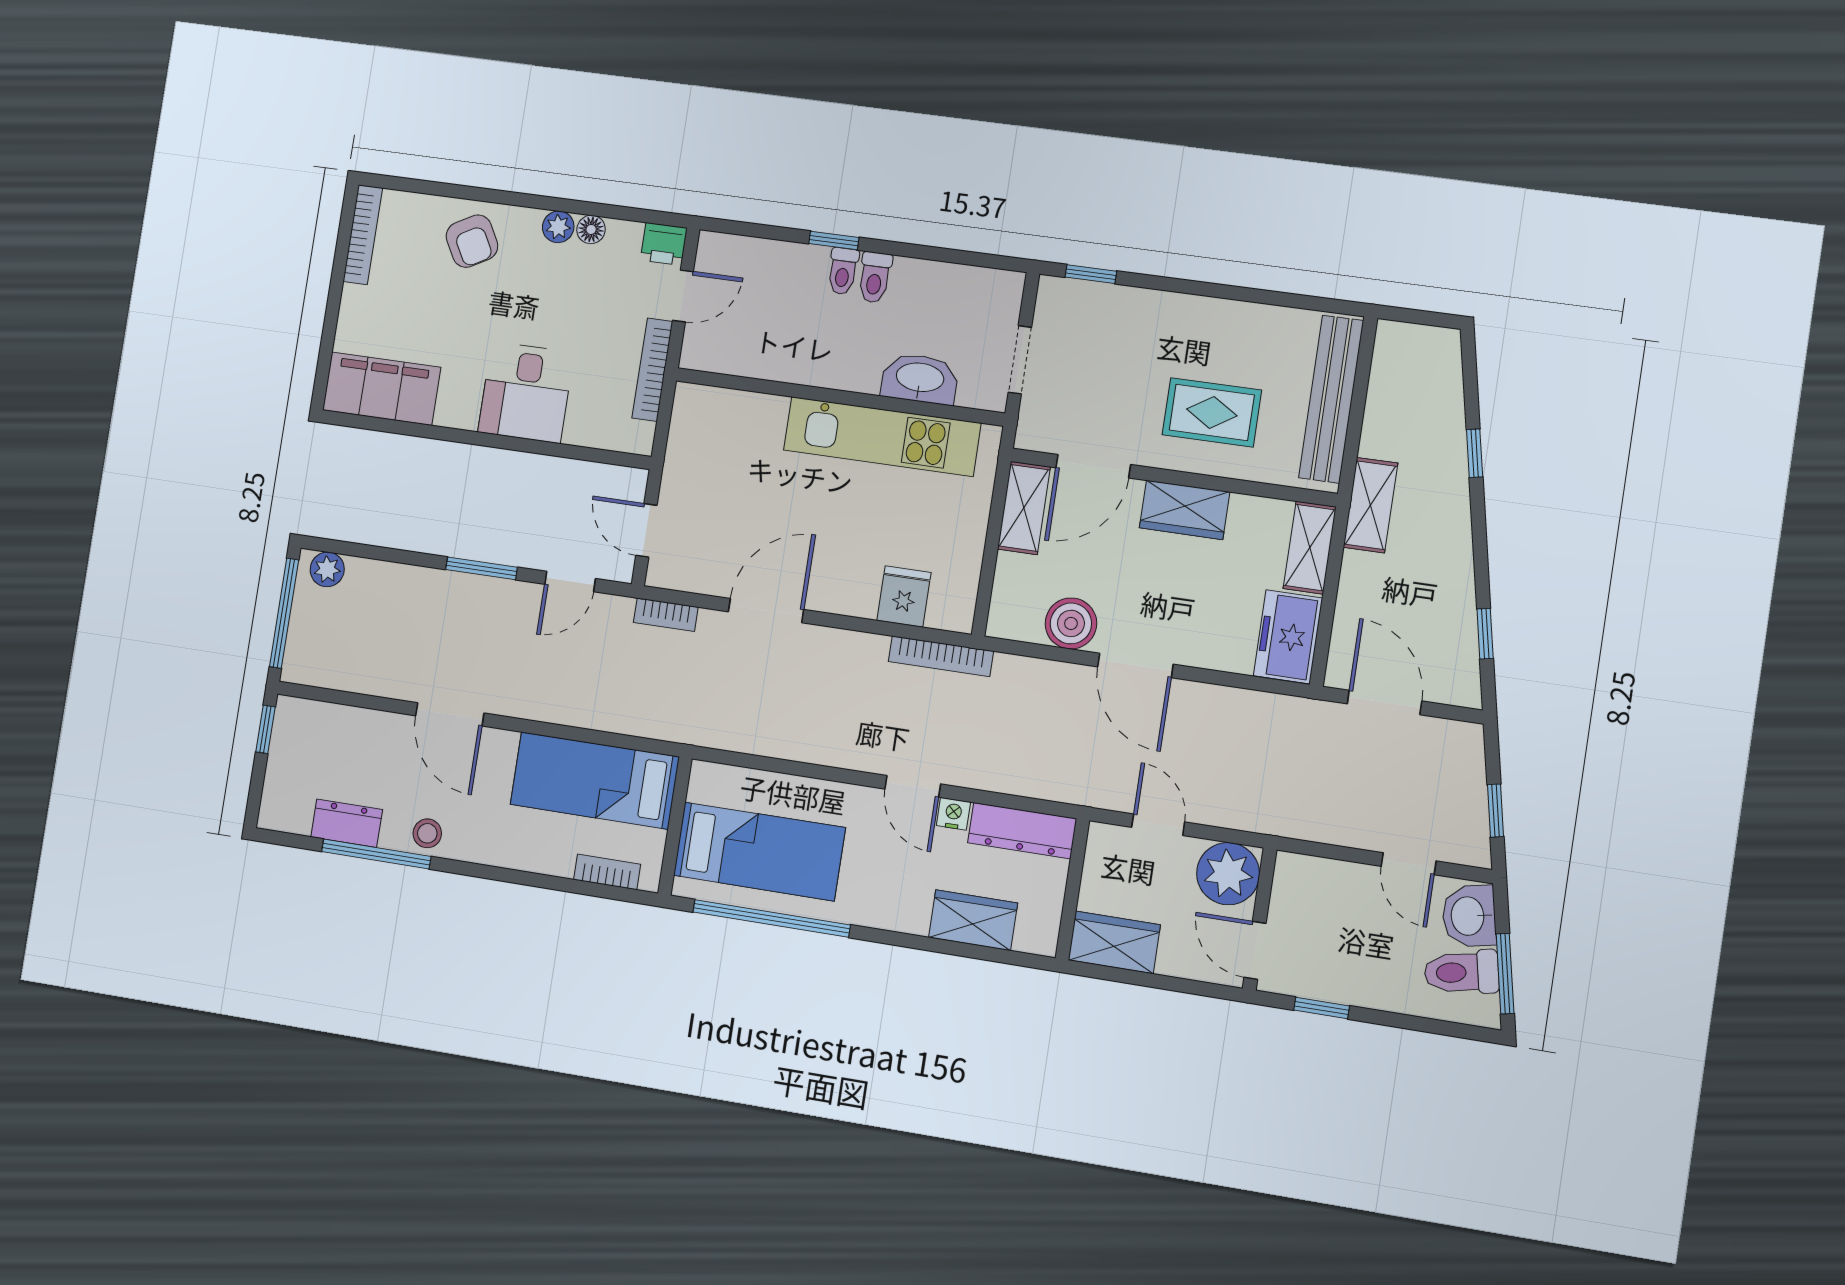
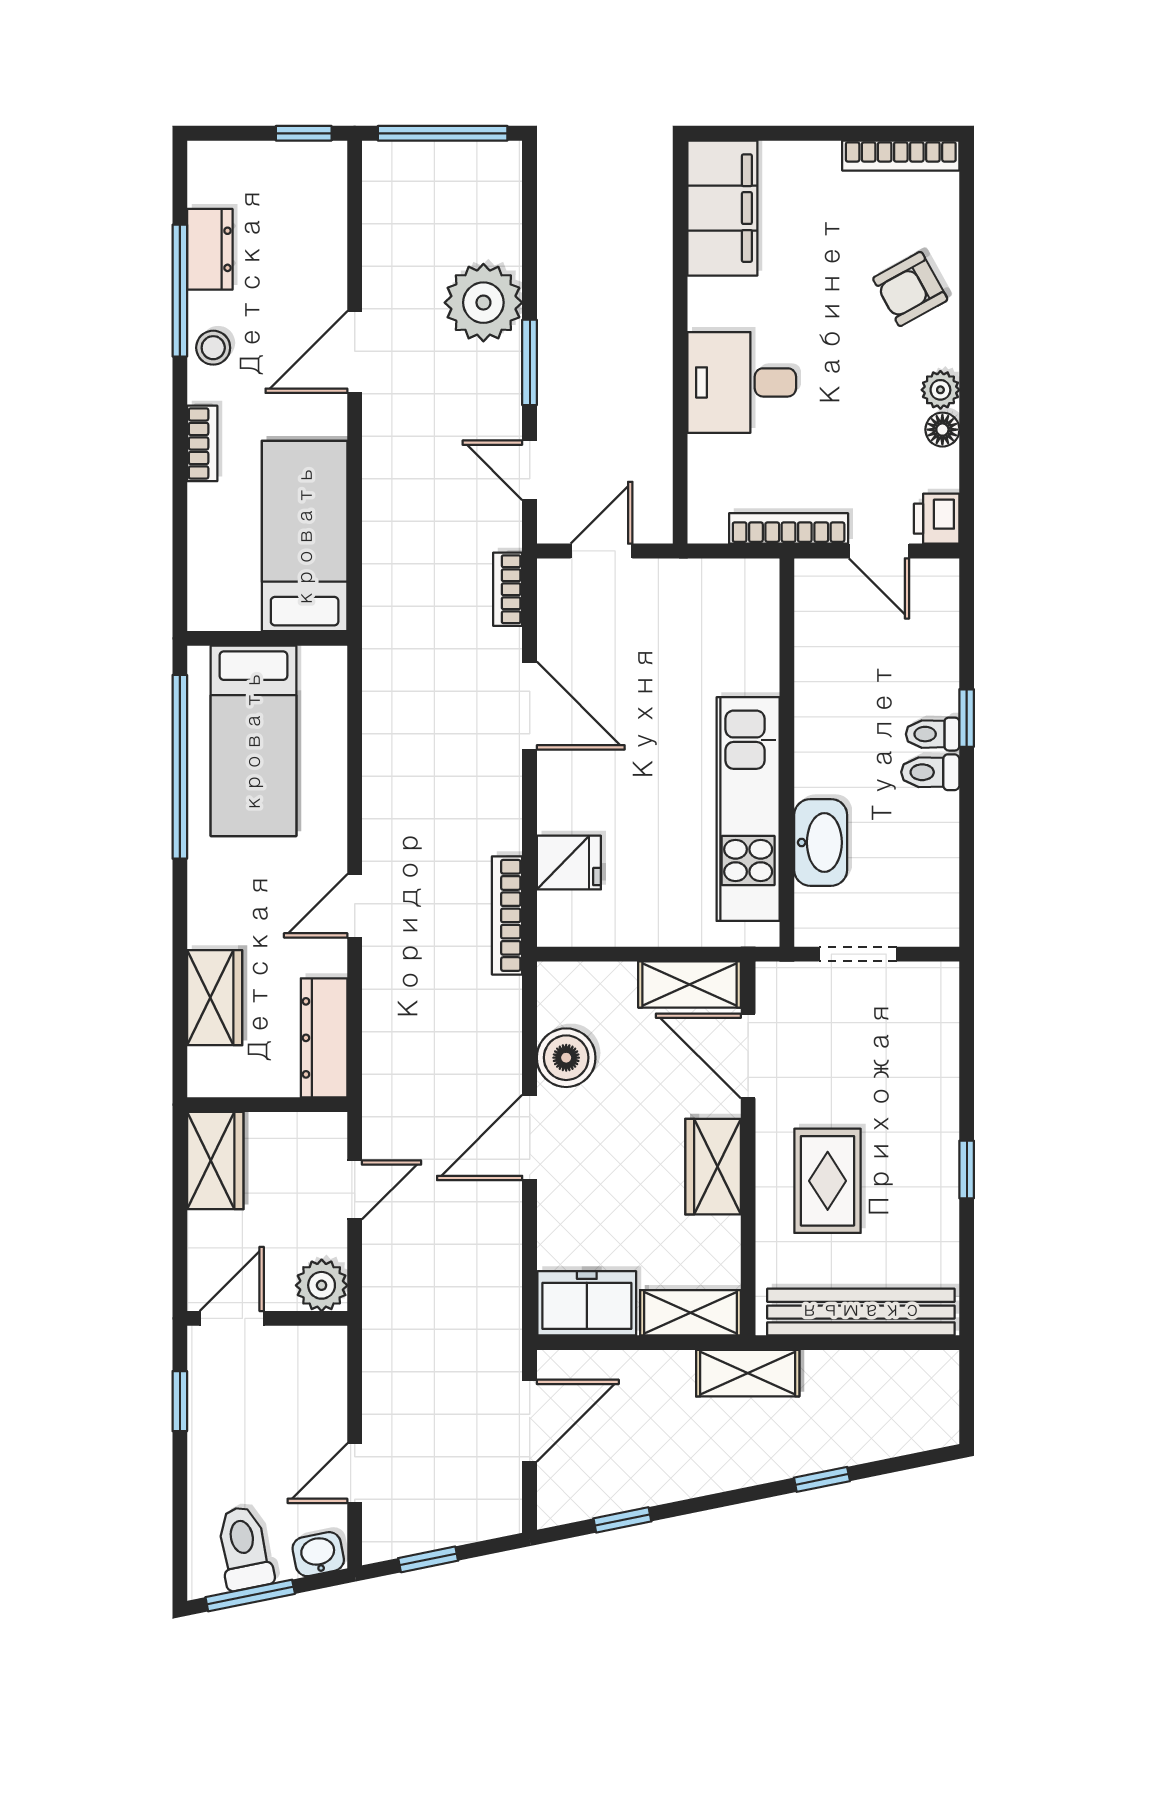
window: (1091, 274) -> (967, 1170), moved
plant: (327, 569) -> (483, 303), moved, width x1.87, depth x1.87
nightstand: (953, 814) -> (331, 957), removed
bookcase: (607, 872) -> (202, 443), moved
plant: (1228, 874) -> (322, 1285), width x0.73, depth x0.73
washbasin: (1469, 916) -> (318, 1554), width x0.72, depth x0.69

